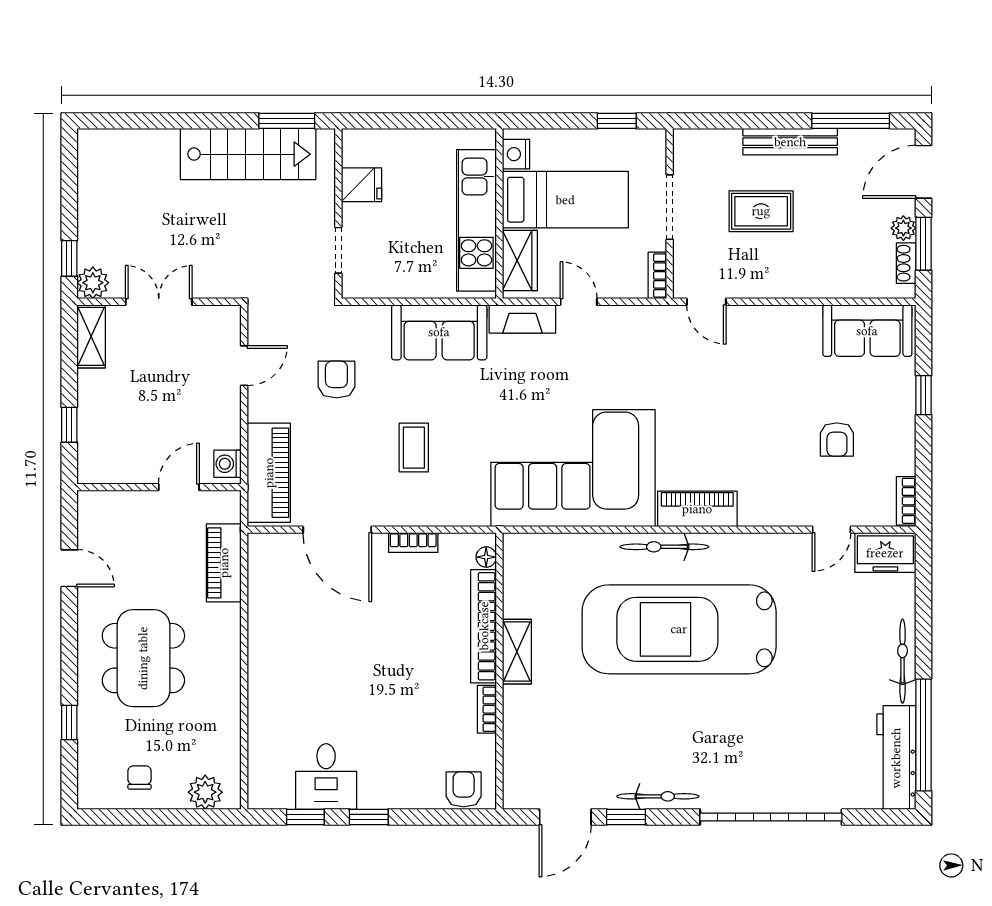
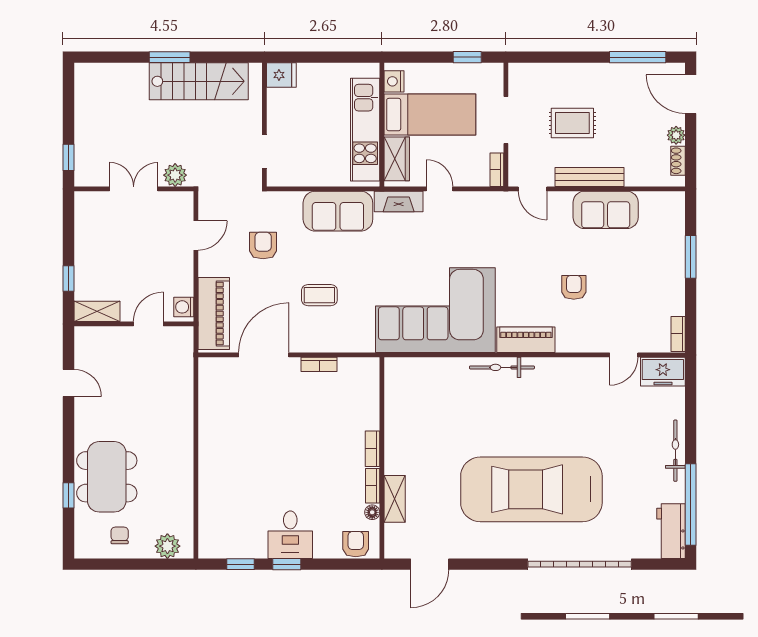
window: (287, 121) -> (170, 57), moved
bench: (790, 142) -> (589, 177), moved
door: (923, 172) -> (691, 94), hinge flipped
fridge: (362, 185) -> (281, 75), moved
window: (923, 244) -> (691, 147), removed
plant: (93, 283) -> (175, 175), moved
sofa: (867, 331) -> (606, 210), moved
shelving: (91, 336) -> (97, 311), moved, turned 90
window: (923, 395) -> (691, 257), width x1.50
armchair: (837, 439) -> (574, 287), moved, turned 180
coffee table: (414, 448) -> (319, 295), turned 90
door: (337, 530) -> (264, 355), swing flipped
floor lamp: (486, 557) -> (372, 512), moved
piano: (224, 563) -> (181, 379), removed
bookcase: (484, 626) -> (372, 449), width x0.43, depth x0.76
car: (679, 629) -> (531, 489), moved
shelving: (517, 652) -> (395, 499), moved
dining table: (143, 658) -> (107, 477), moved
workbench: (896, 758) -> (671, 531), width x0.73
desk: (326, 777) -> (290, 535), moved
bicycle: (658, 796) -> (497, 549), removed
window: (626, 817) -> (474, 564), removed

